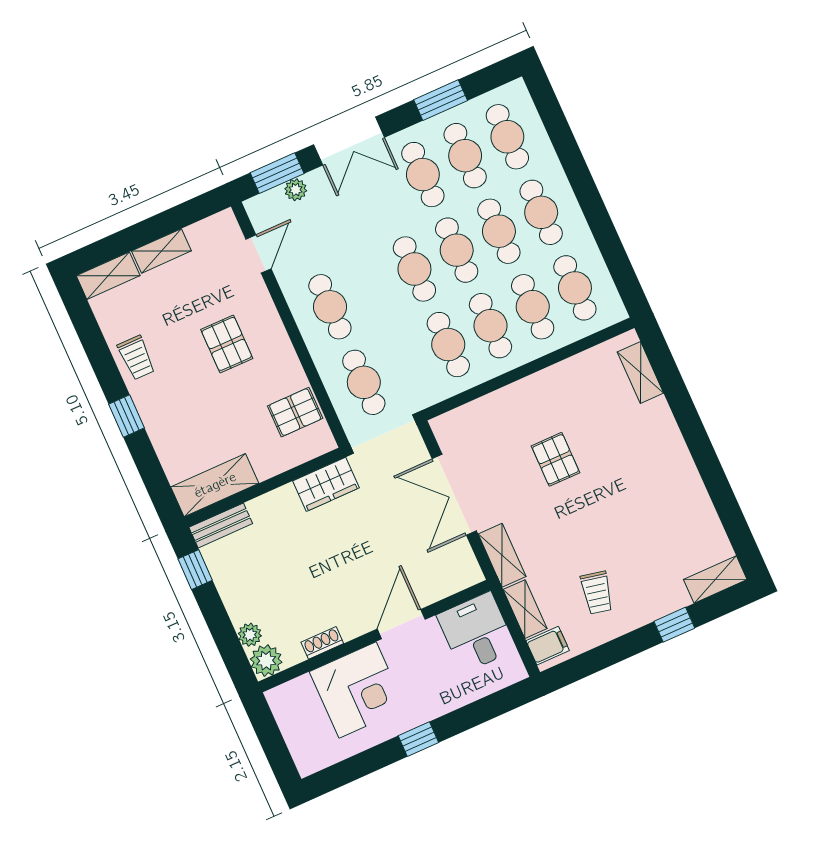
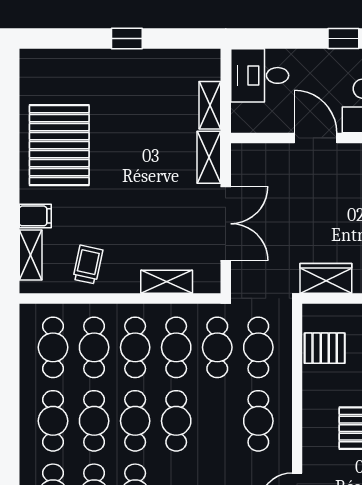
cafe table: (406, 363) -> (217, 347), added
pallet: (555, 459) -> (59, 145), moved, width x2.05, depth x2.00
shelving: (715, 579) -> (167, 282), moved
trolley: (597, 593) -> (88, 265), moved
door: (401, 624) -> (316, 138), swing flipped
window: (674, 625) -> (127, 39), moved
desk: (477, 632) -> (260, 75), moved, turned 90
filing cabinet: (548, 646) -> (35, 216), moved, turned 180

